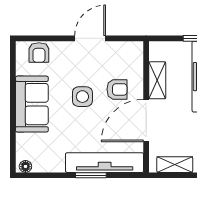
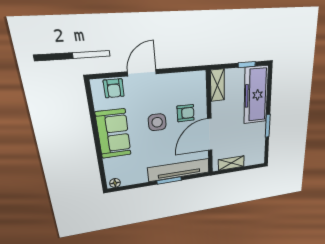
door: (90, 38) -> (142, 73), moved
shelving: (157, 80) -> (217, 85), moved

